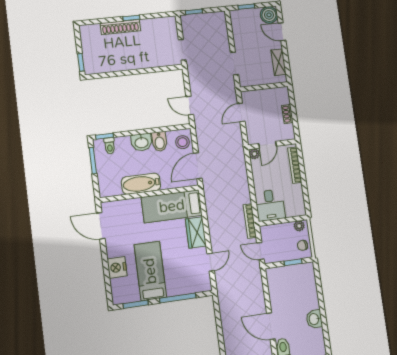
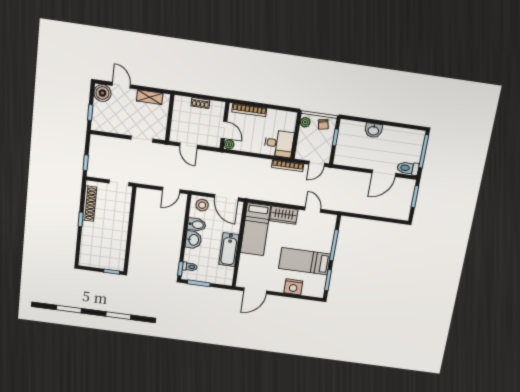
shoe rack: (120, 27) -> (90, 204), moved
door: (282, 32) -> (121, 85), swing flipped
washbasin: (314, 319) -> (373, 130), moved

